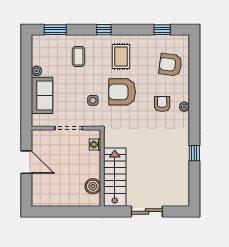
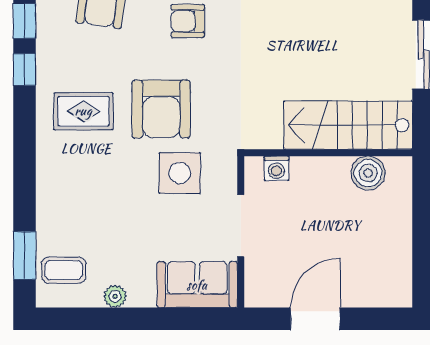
window: (104, 30) -> (24, 69), moved
coffee table: (79, 56) -> (64, 270), moved
sofa: (42, 95) -> (197, 285), moved
side table: (93, 100) -> (180, 173), width x1.87, depth x1.87

